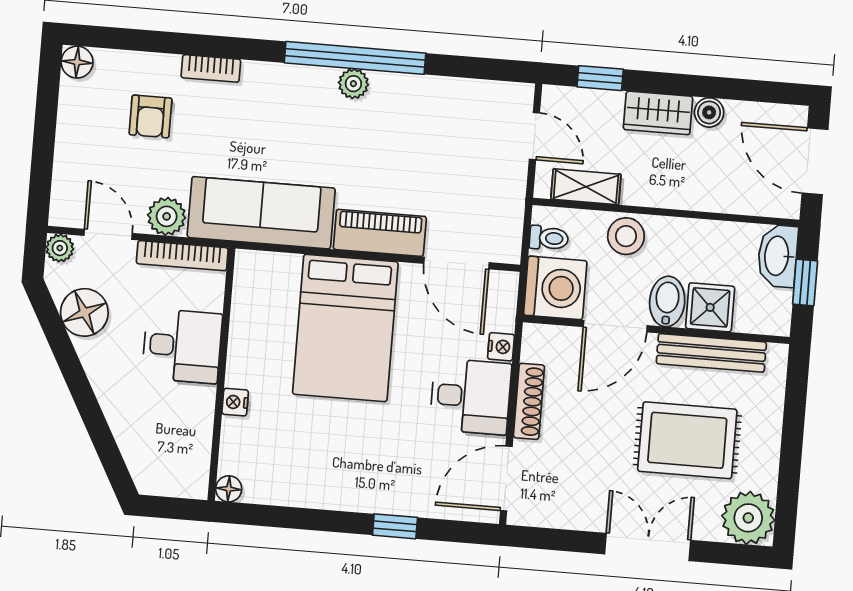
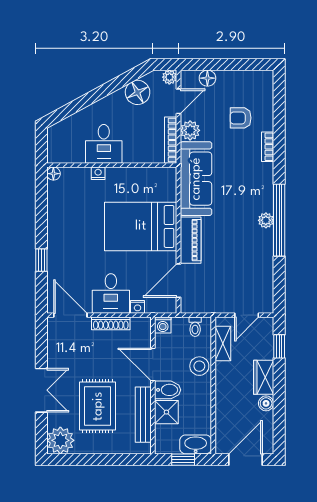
floor lamp: (77, 62) -> (207, 78), moved
washing machine: (555, 288) -> (163, 325), width x0.53, depth x0.53
desk: (182, 346) -> (104, 144), moved

